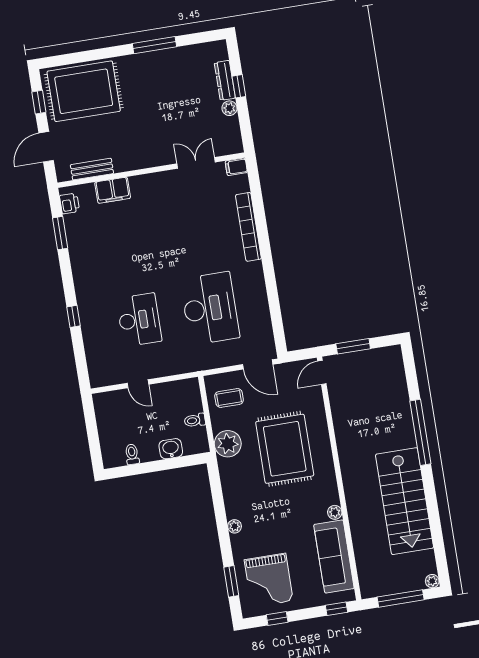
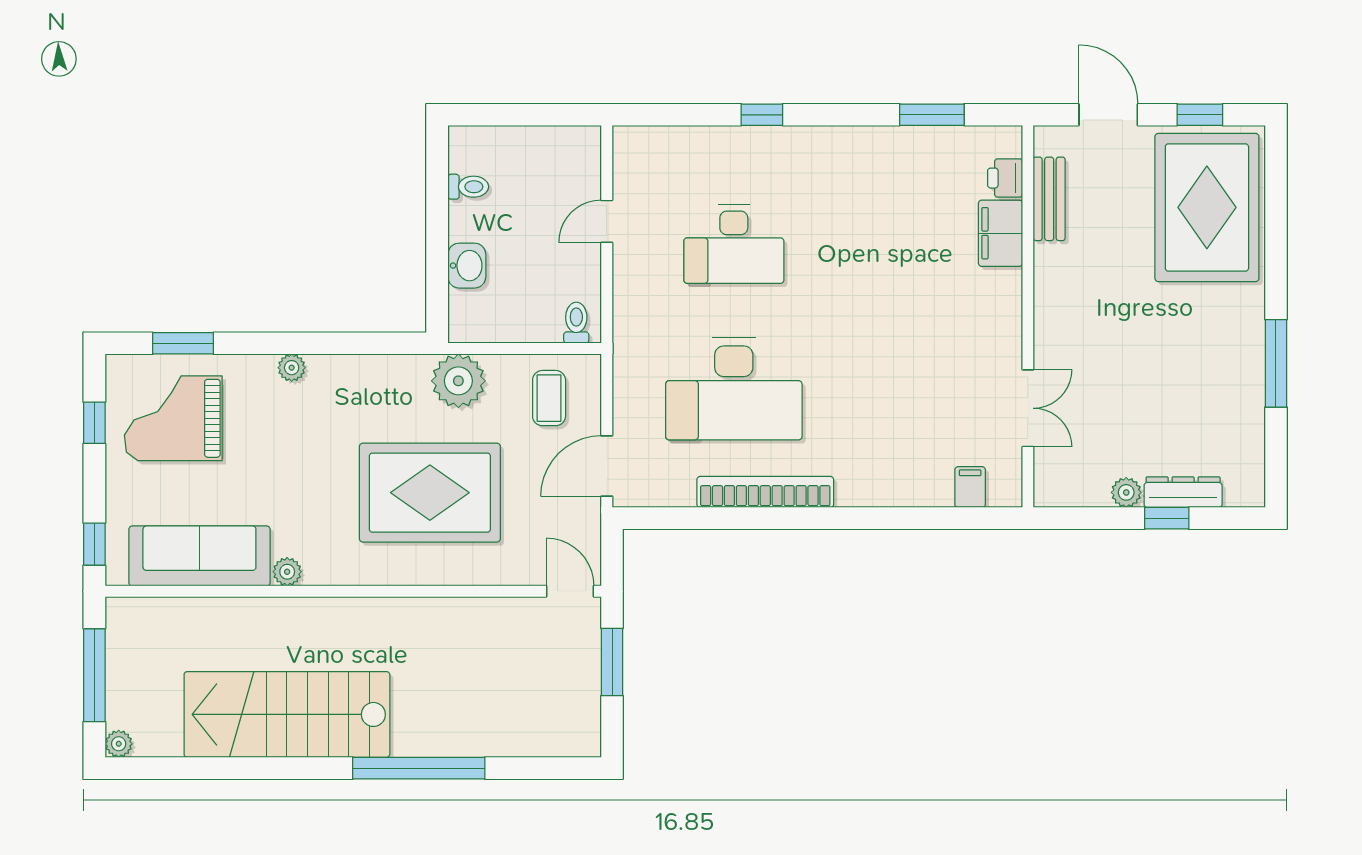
filing cabinet: (236, 167) -> (970, 487), moved
printer: (69, 203) -> (1005, 178), moved, turned 90
bookcase: (248, 227) -> (765, 492), moved
toilet: (195, 420) -> (576, 323), moved

